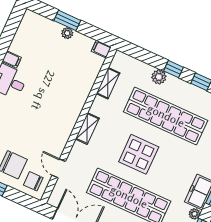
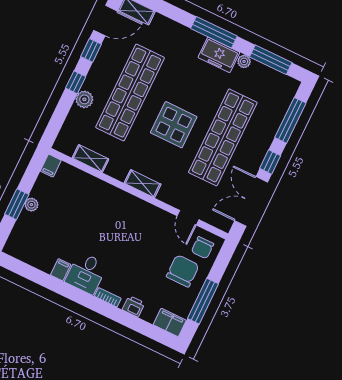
door: (59, 168) -> (188, 218), hinge flipped

